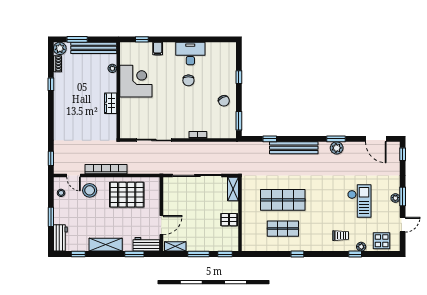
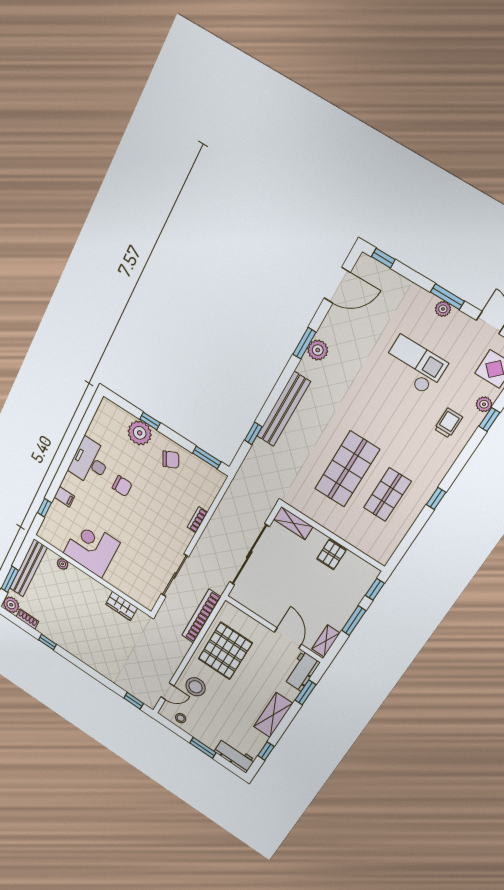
plant: (228, 75) -> (140, 433), added
wardrobe: (111, 103) -> (122, 606), moved
bookcase: (106, 169) -> (201, 616), moved

